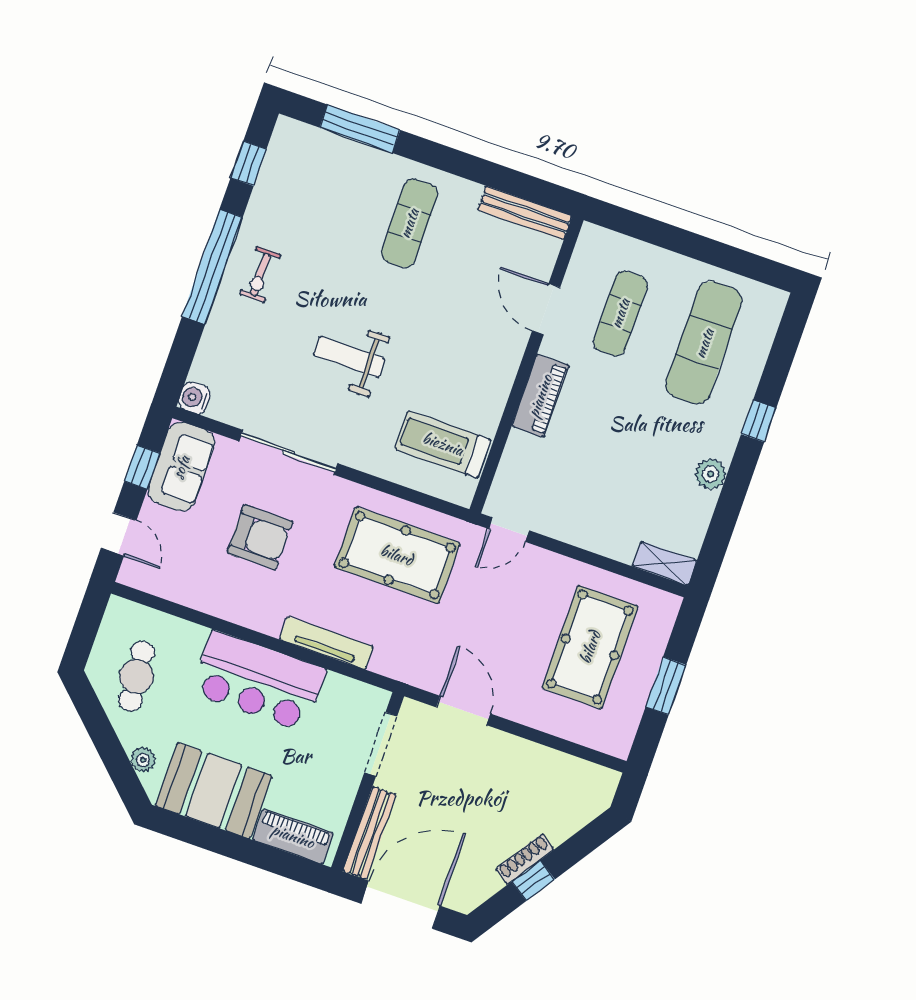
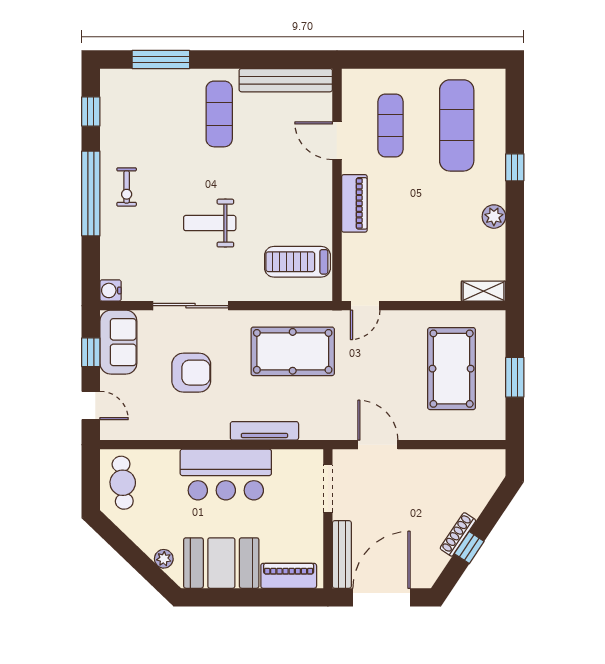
bench: (525, 213) -> (286, 80), width x1.37, depth x1.21
cafe table: (137, 676) -> (123, 483), moved

